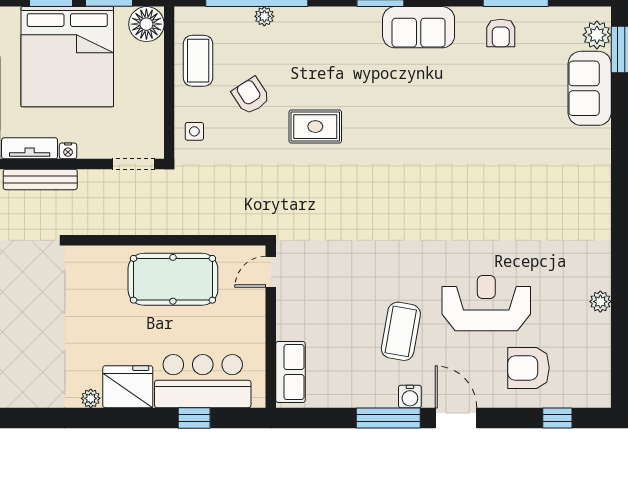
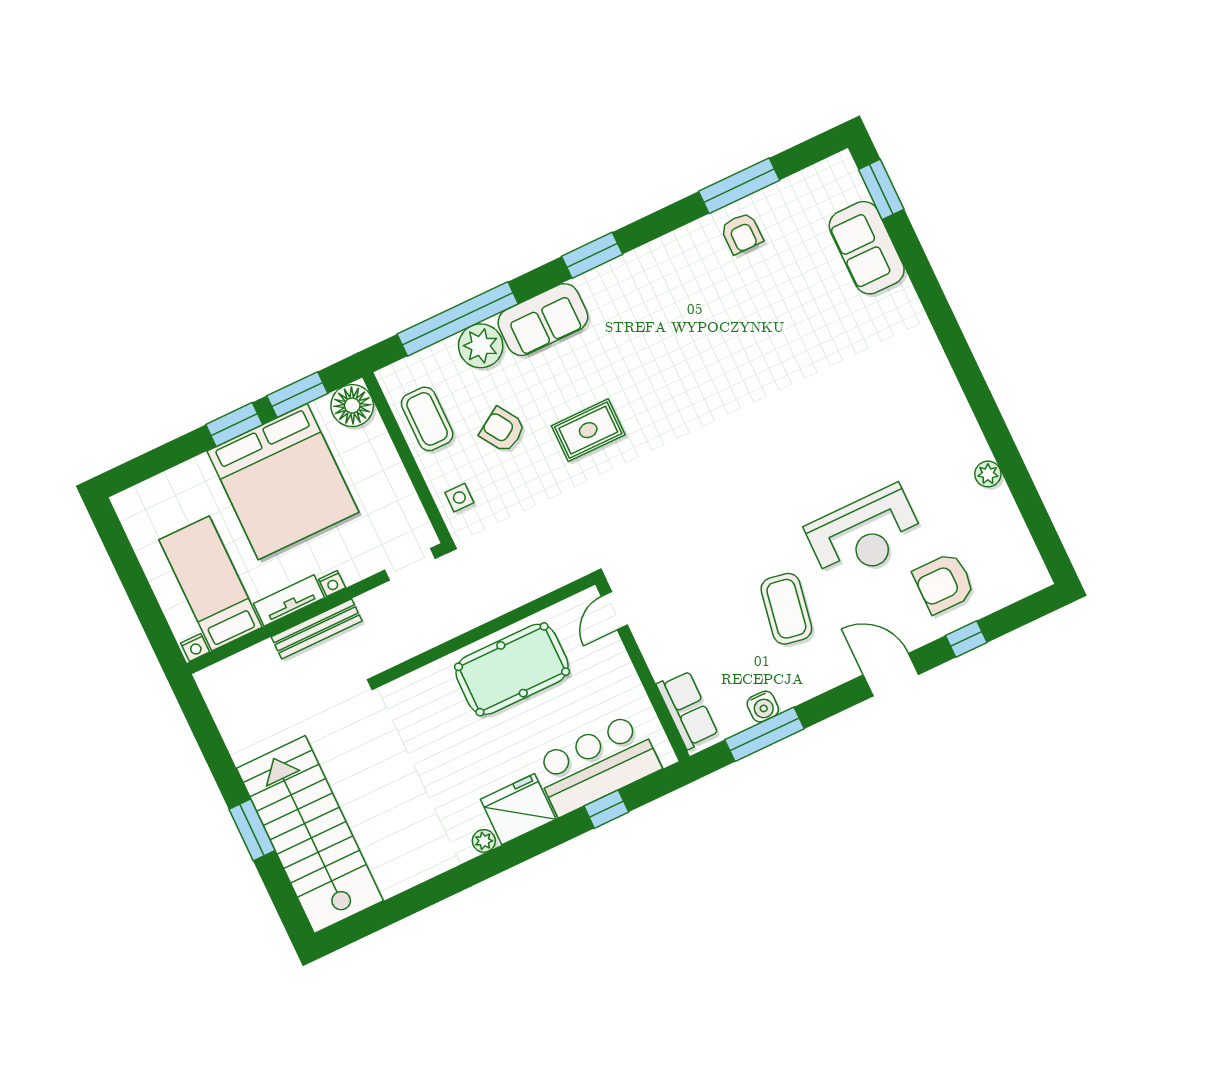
plant: (264, 16) -> (481, 346), width x1.88, depth x1.88
sofa: (419, 27) -> (543, 320), moved
plant: (597, 35) -> (847, 186), removed
reception desk: (486, 303) -> (865, 534), turned 180
water cooler: (410, 396) -> (763, 707), moved
window: (388, 418) -> (765, 734), moved
window: (557, 418) -> (966, 639), moved

